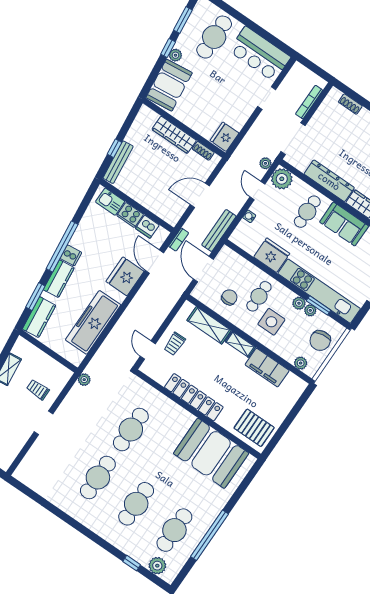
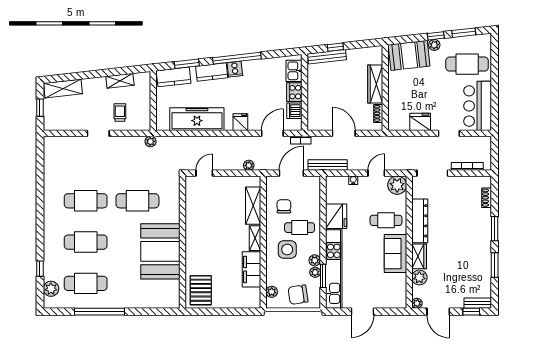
fridge: (224, 137) -> (420, 122), moved
plant: (265, 163) -> (249, 165), moved
fridge: (125, 276) -> (240, 122), width x0.53, depth x0.75
chair: (229, 297) -> (284, 206), turned -90
trolley: (175, 344) -> (222, 190), removed
locker: (194, 397) -> (193, 231), removed
booth: (211, 453) -> (160, 251), moved

